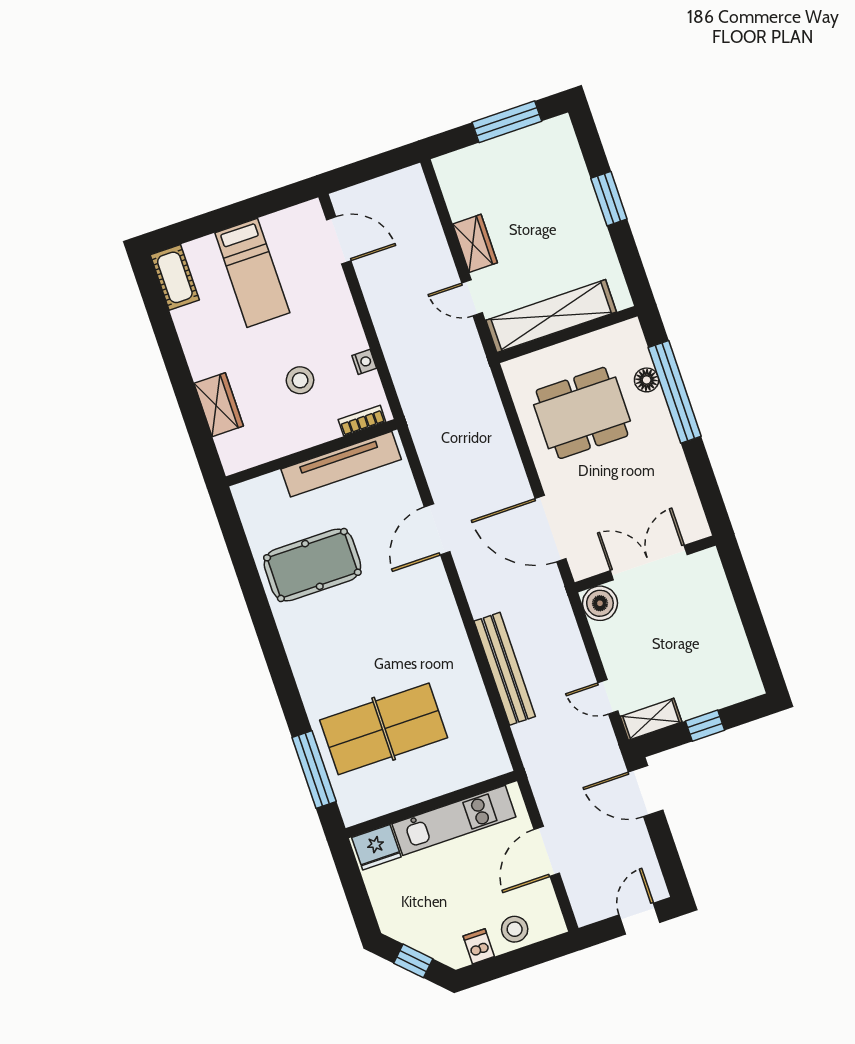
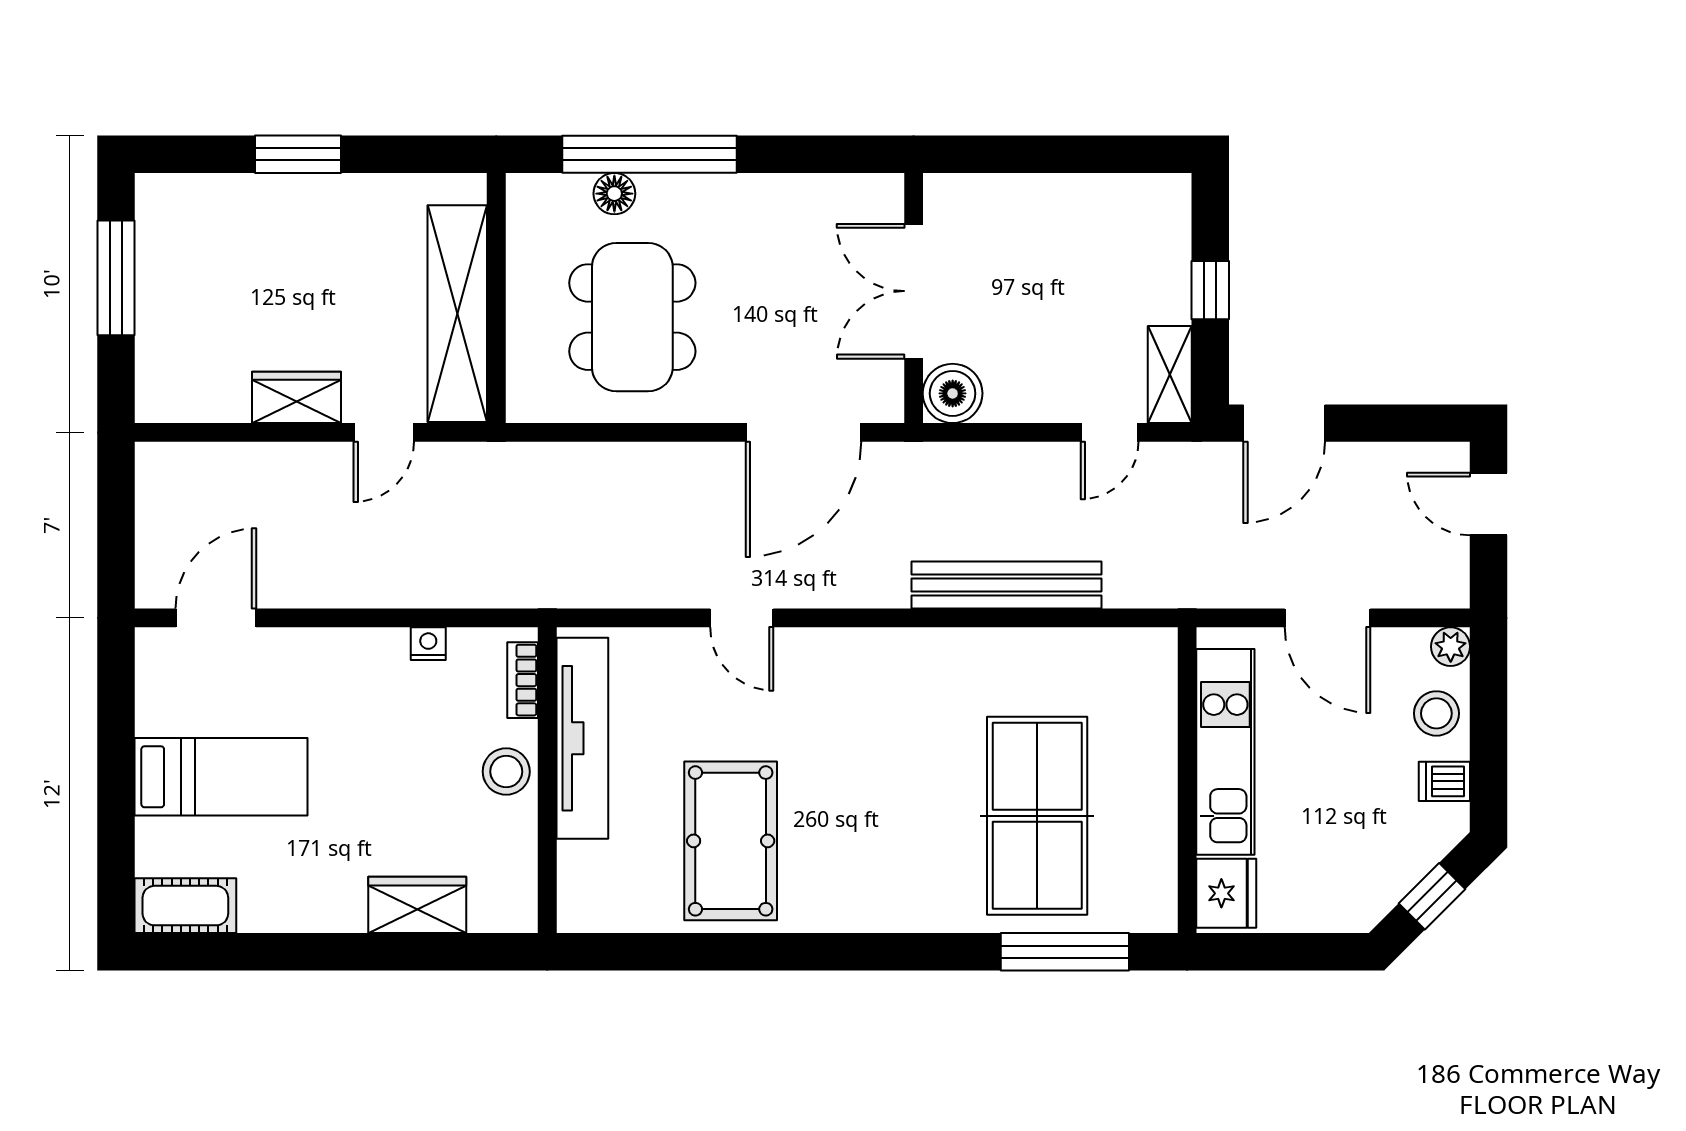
stool: (300, 380) -> (506, 772), moved
door: (437, 529) -> (742, 618), width x0.73
plant: (554, 924) -> (1451, 647), added

